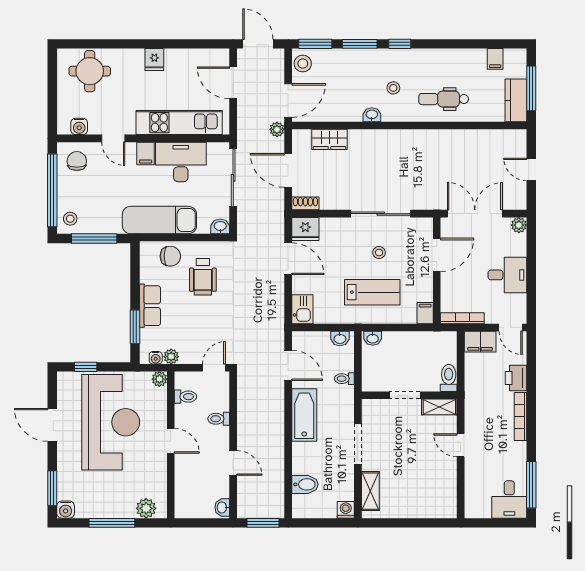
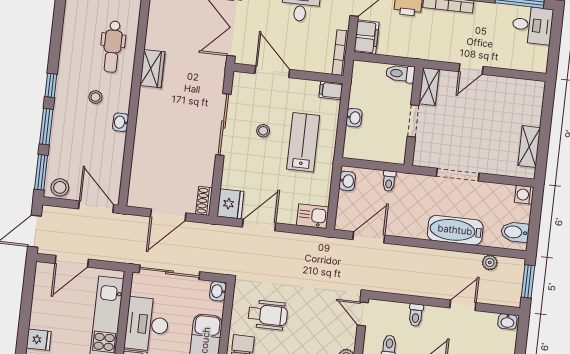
plant: (277, 129) -> (490, 262), moved
wardrobe: (329, 139) -> (152, 69), moved
washbasin: (373, 338) -> (354, 118), moved
bathtub: (304, 415) -> (455, 230), moved
bidet: (305, 484) -> (515, 232), moved, turned -90
shelving: (370, 491) -> (529, 147), moved, turned 90

